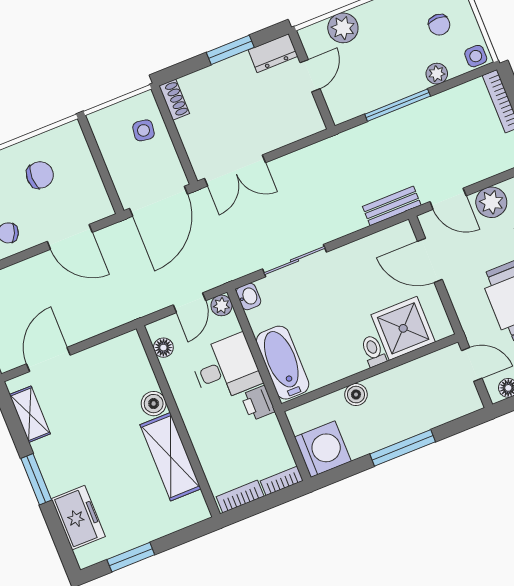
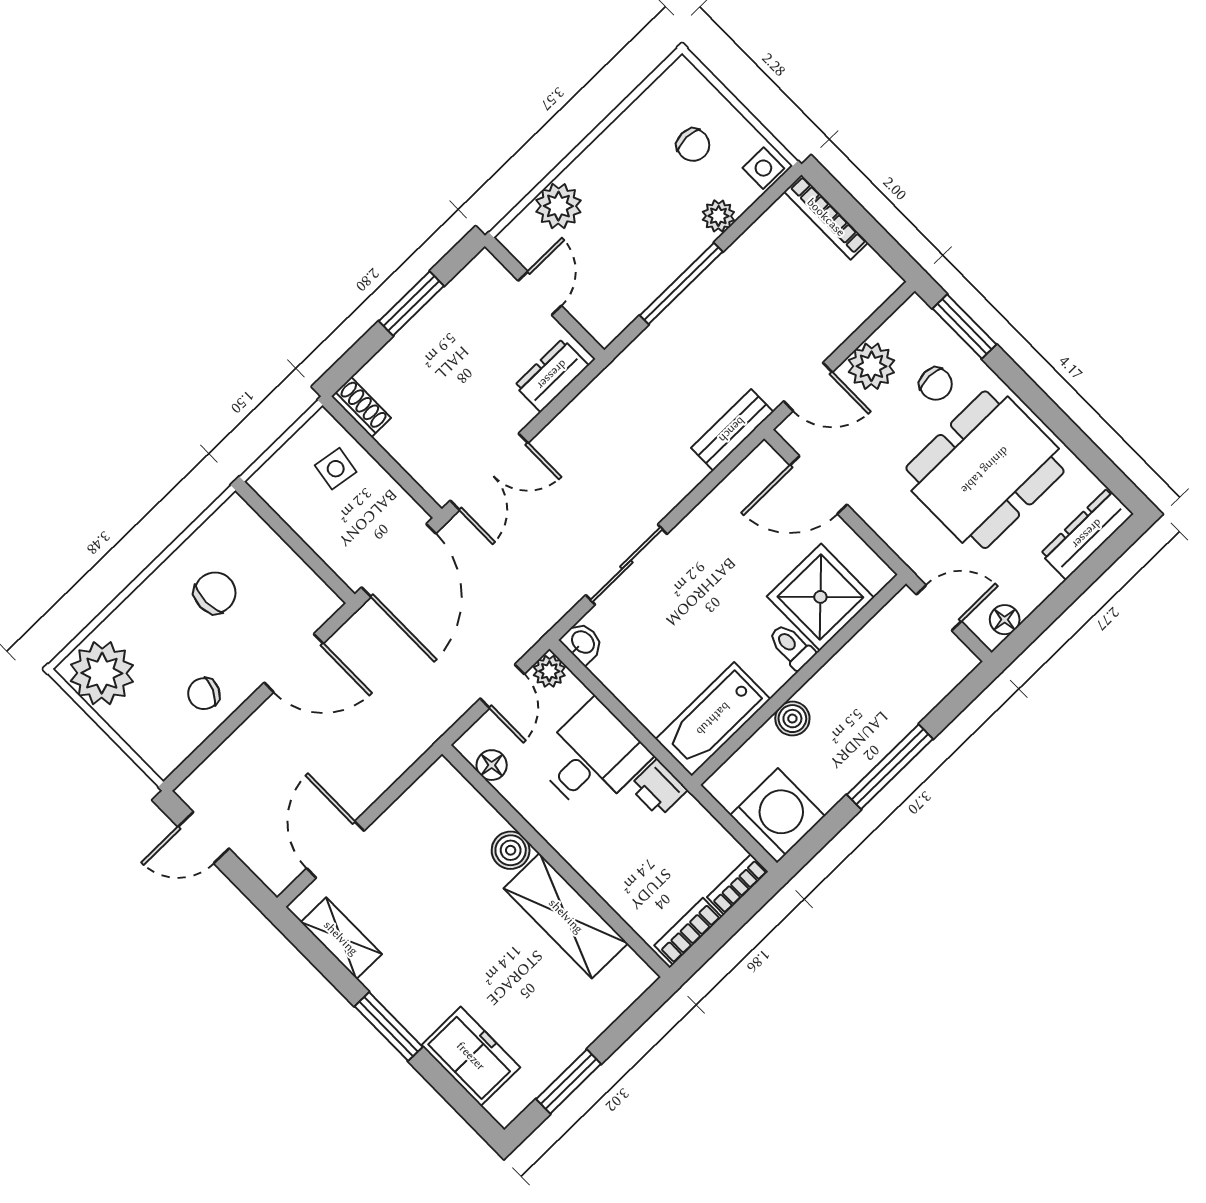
dresser: (273, 53) -> (552, 375), moved, turned 180
bathtub: (283, 363) -> (713, 719), moved, turned -90

